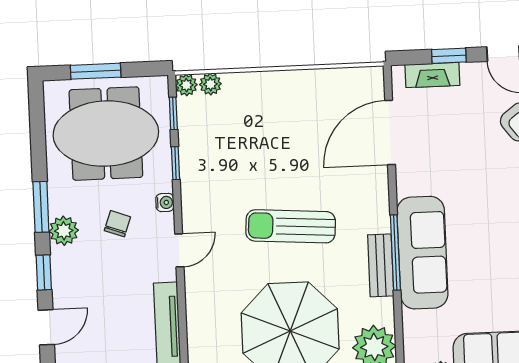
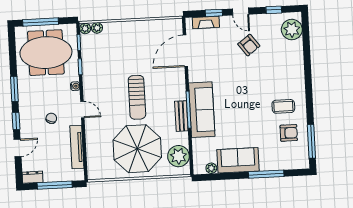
window: (96, 71) -> (41, 22), width x1.44
chair: (117, 224) -> (51, 118), moved
sun lounger: (291, 226) -> (137, 97), turned -94
plant: (64, 231) -> (26, 100), removed
door: (179, 250) -> (82, 110), hinge flipped

